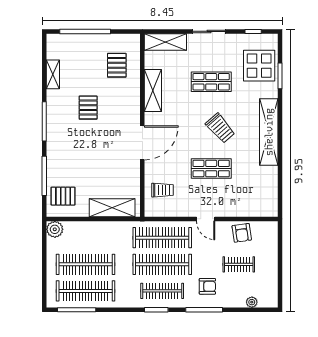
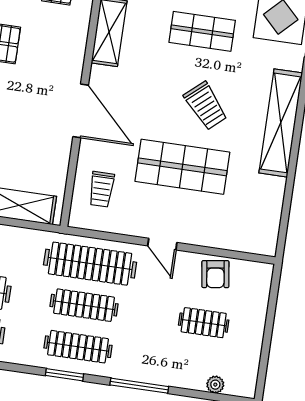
door: (142, 143) -> (81, 111), hinge flipped
shop shelf: (211, 169) -> (182, 167), width x1.43, depth x1.36
trolley: (162, 190) -> (101, 189), turned 90
clothes rail: (162, 264) -> (84, 305), width x0.73, depth x0.76
armchair: (207, 286) -> (150, 350), removed

